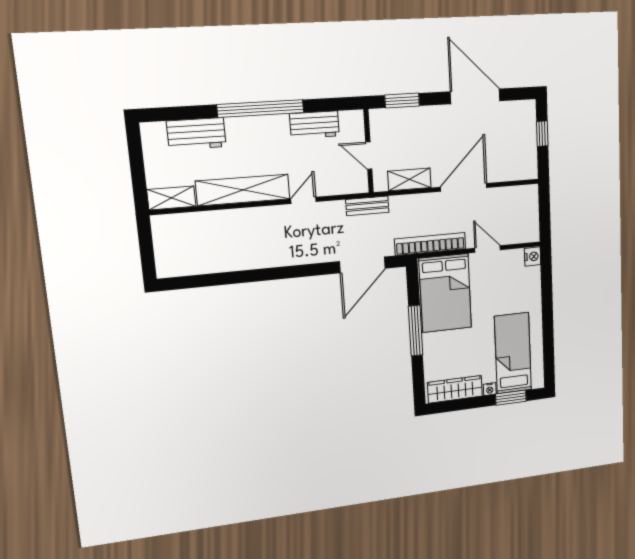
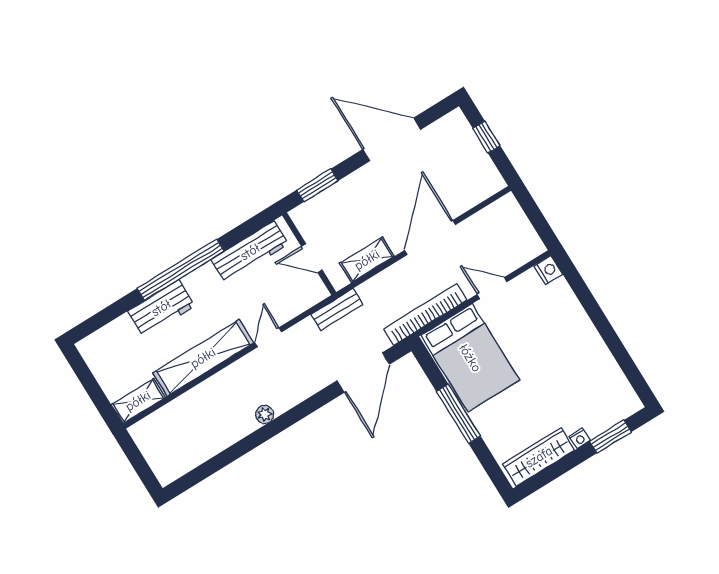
workbench: (314, 125) -> (250, 252), width x1.38
workbench: (196, 134) -> (161, 308), moved
plant: (270, 260) -> (265, 414), added
bed: (513, 353) -> (585, 386), removed

